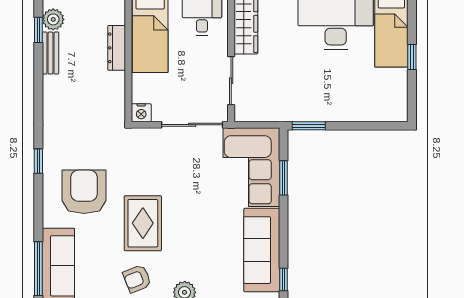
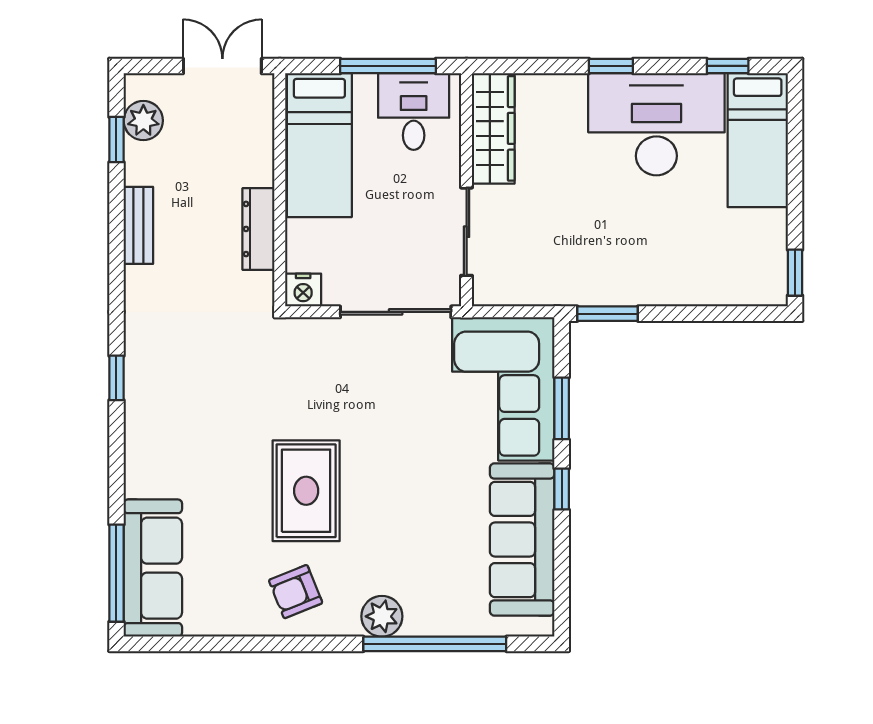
dresser: (117, 48) -> (258, 229), moved
bench: (50, 53) -> (138, 225), moved
window: (412, 57) -> (795, 273), moved
armchair: (84, 192) -> (199, 434), removed
window: (283, 279) -> (562, 489), moved

